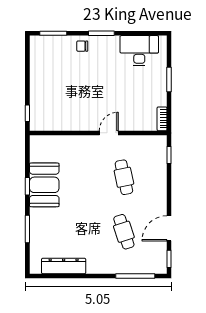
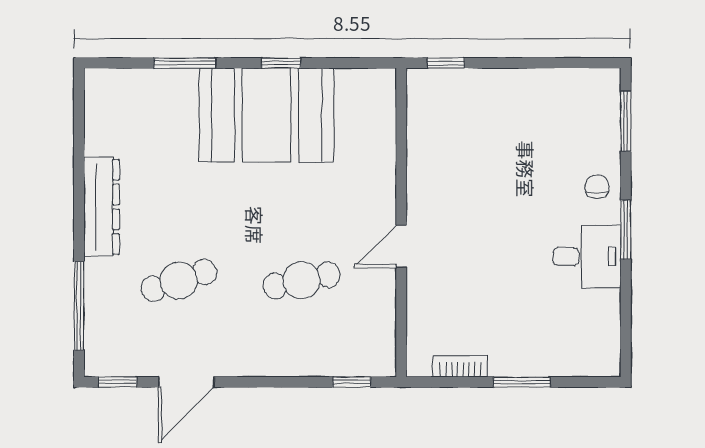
desk: (139, 51) -> (587, 257), moved, width x0.73
bookcase: (162, 119) -> (460, 366), moved
door: (109, 133) -> (401, 246), swing flipped
booth: (44, 185) -> (267, 115), width x1.36, depth x1.42
door: (169, 228) -> (186, 382), swing flipped
dresser: (64, 266) -> (102, 207), moved

